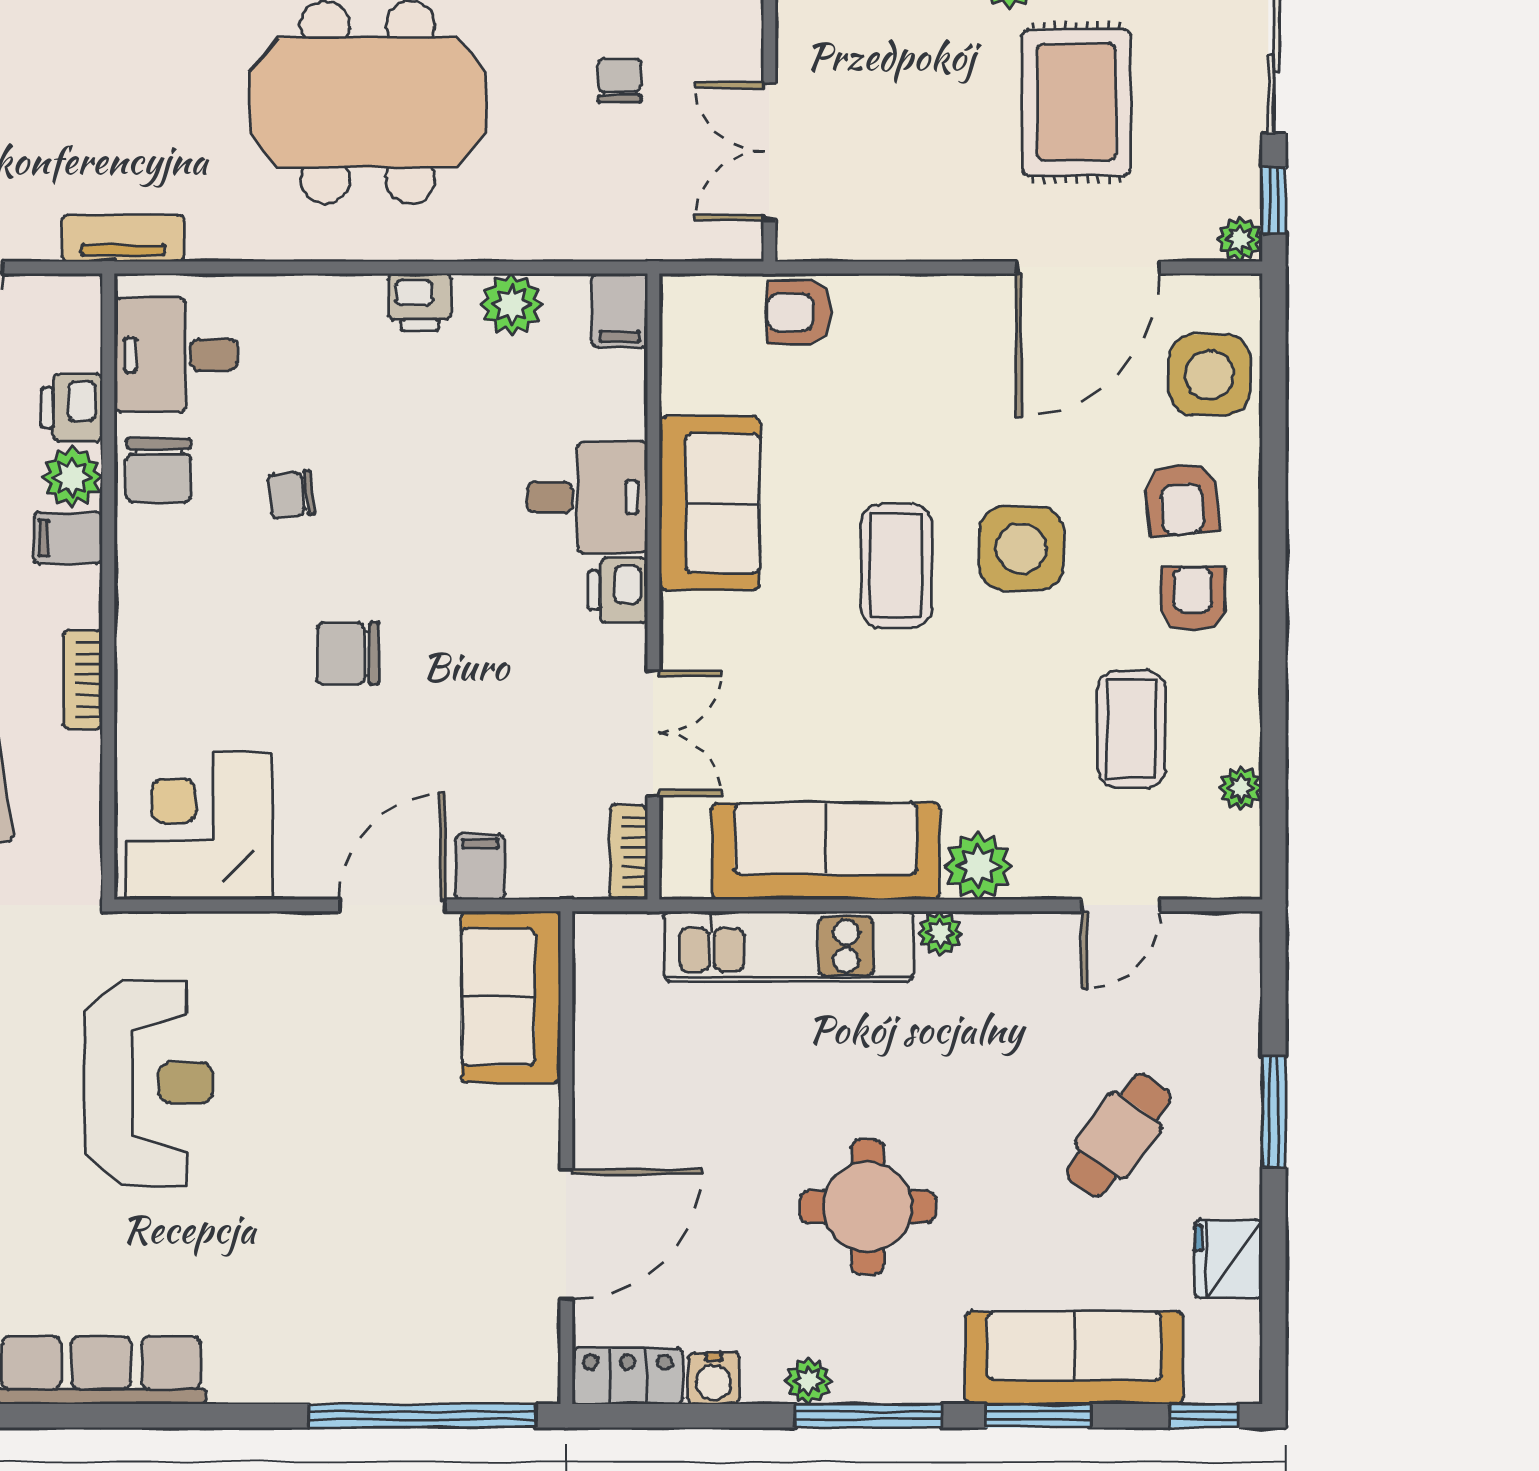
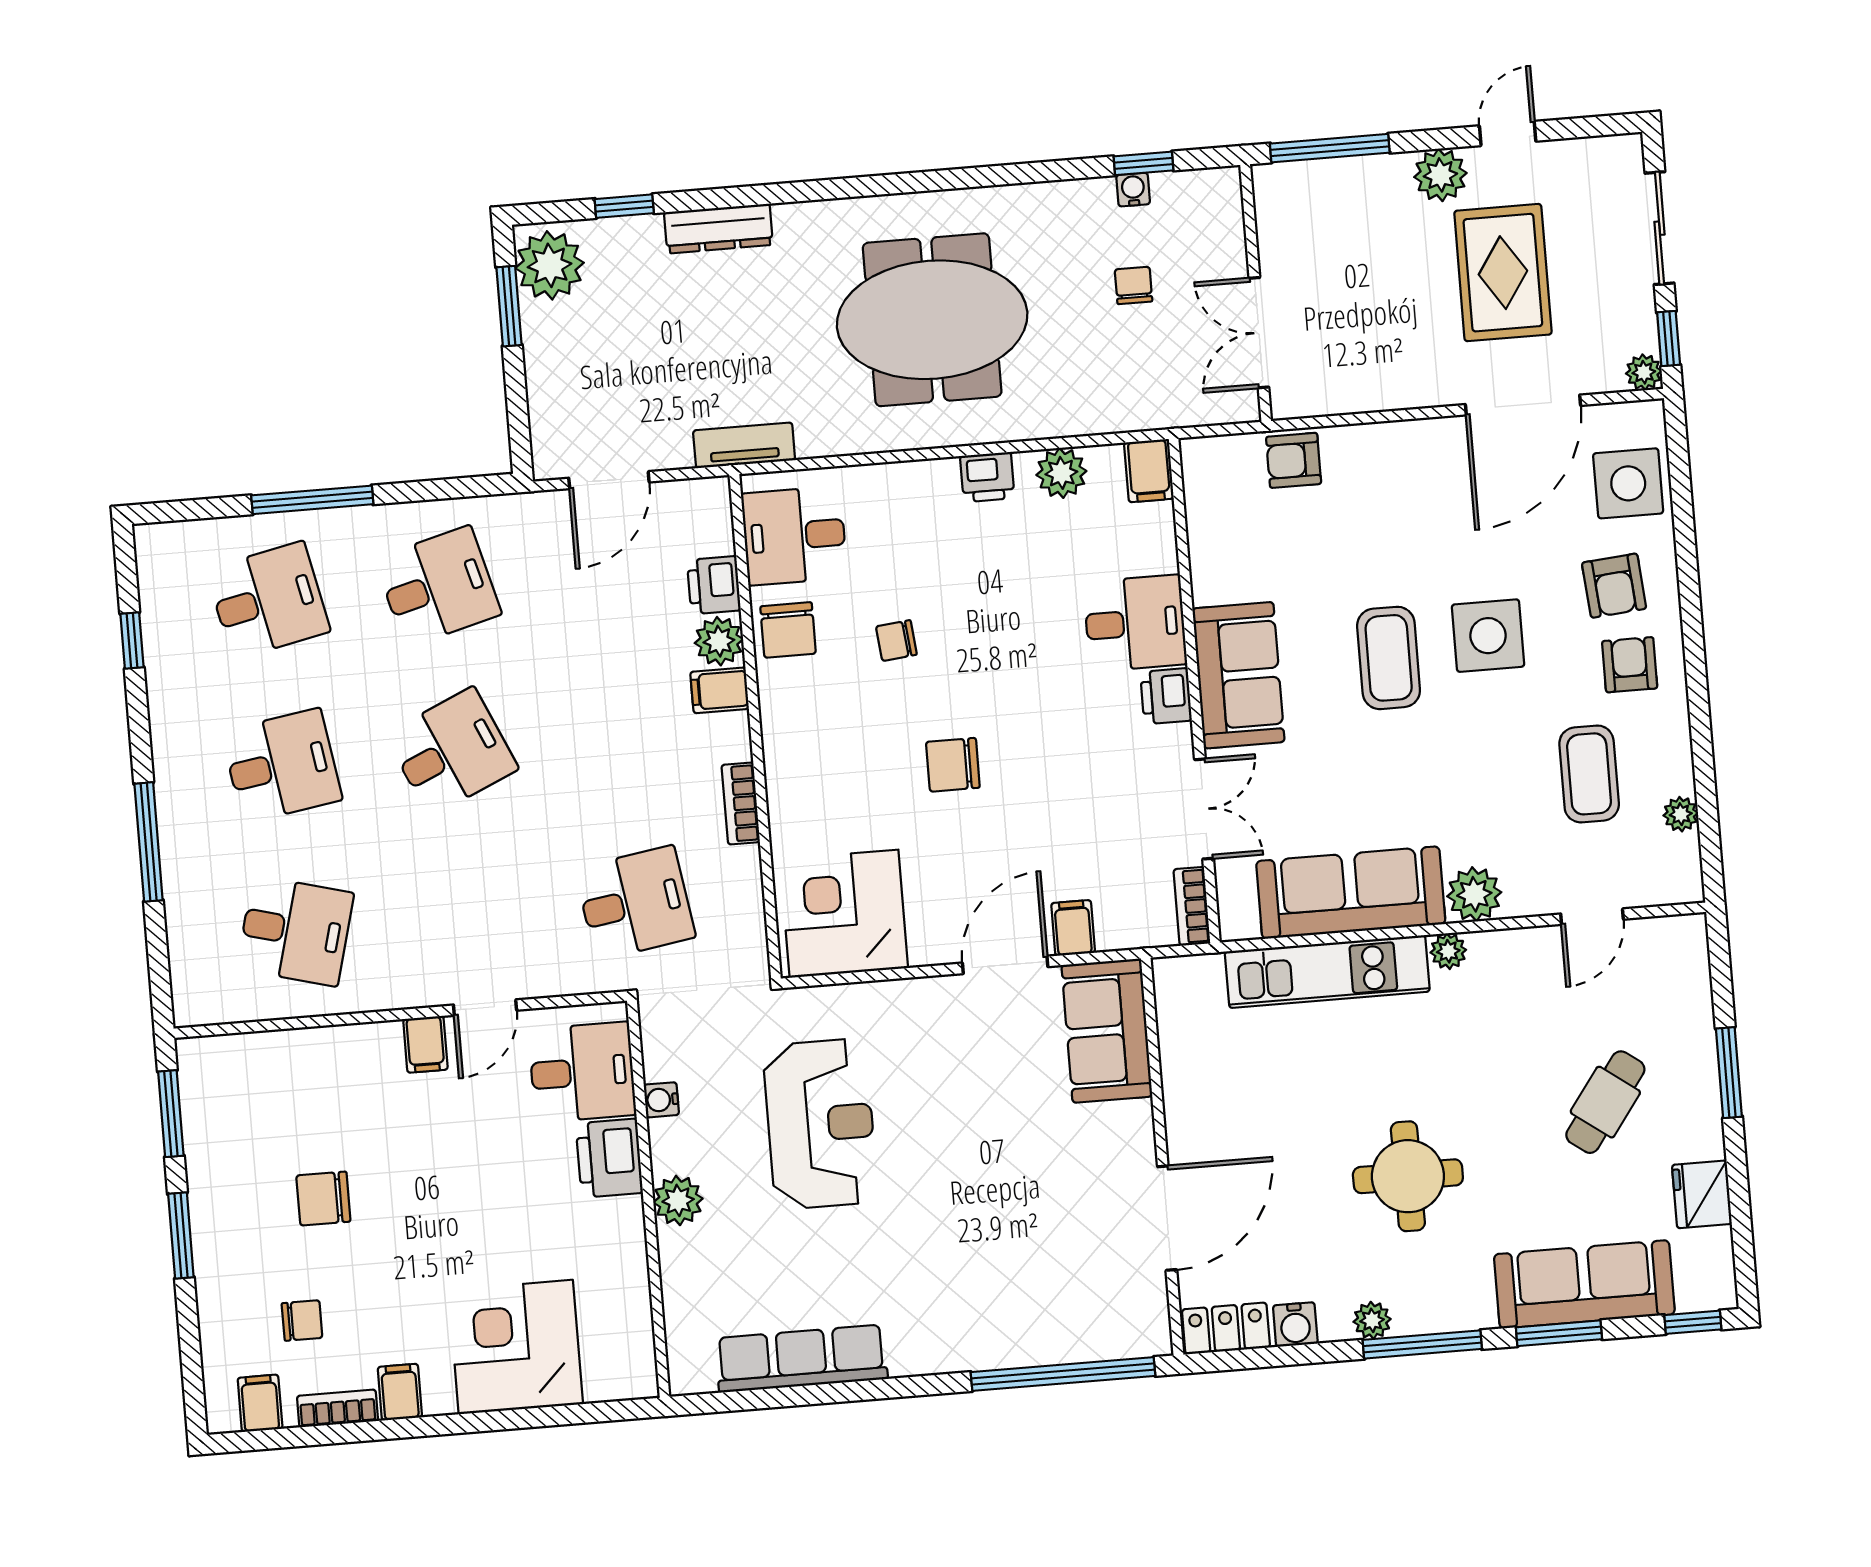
sofa: (709, 503) -> (1239, 675), moved

